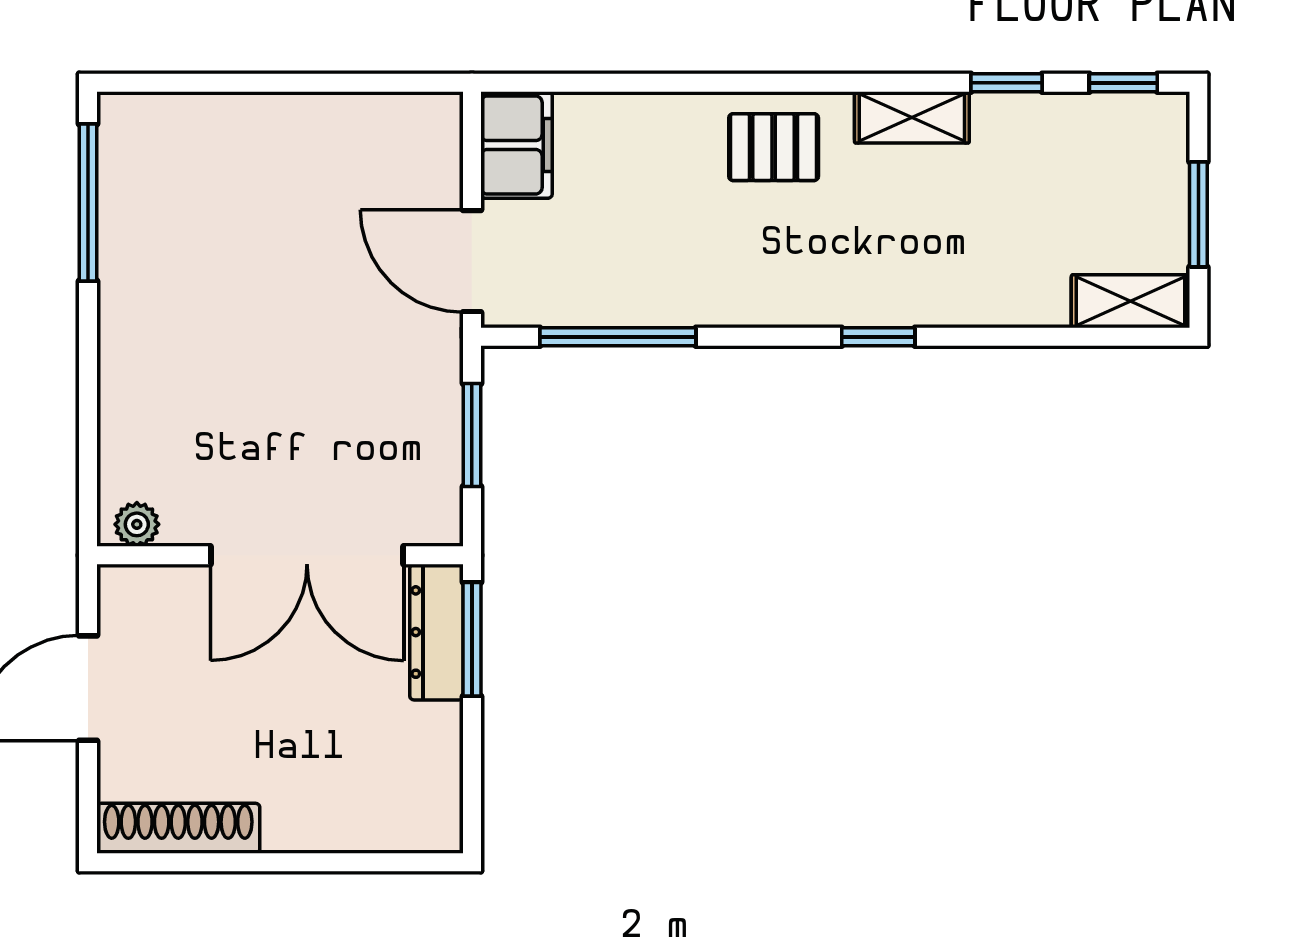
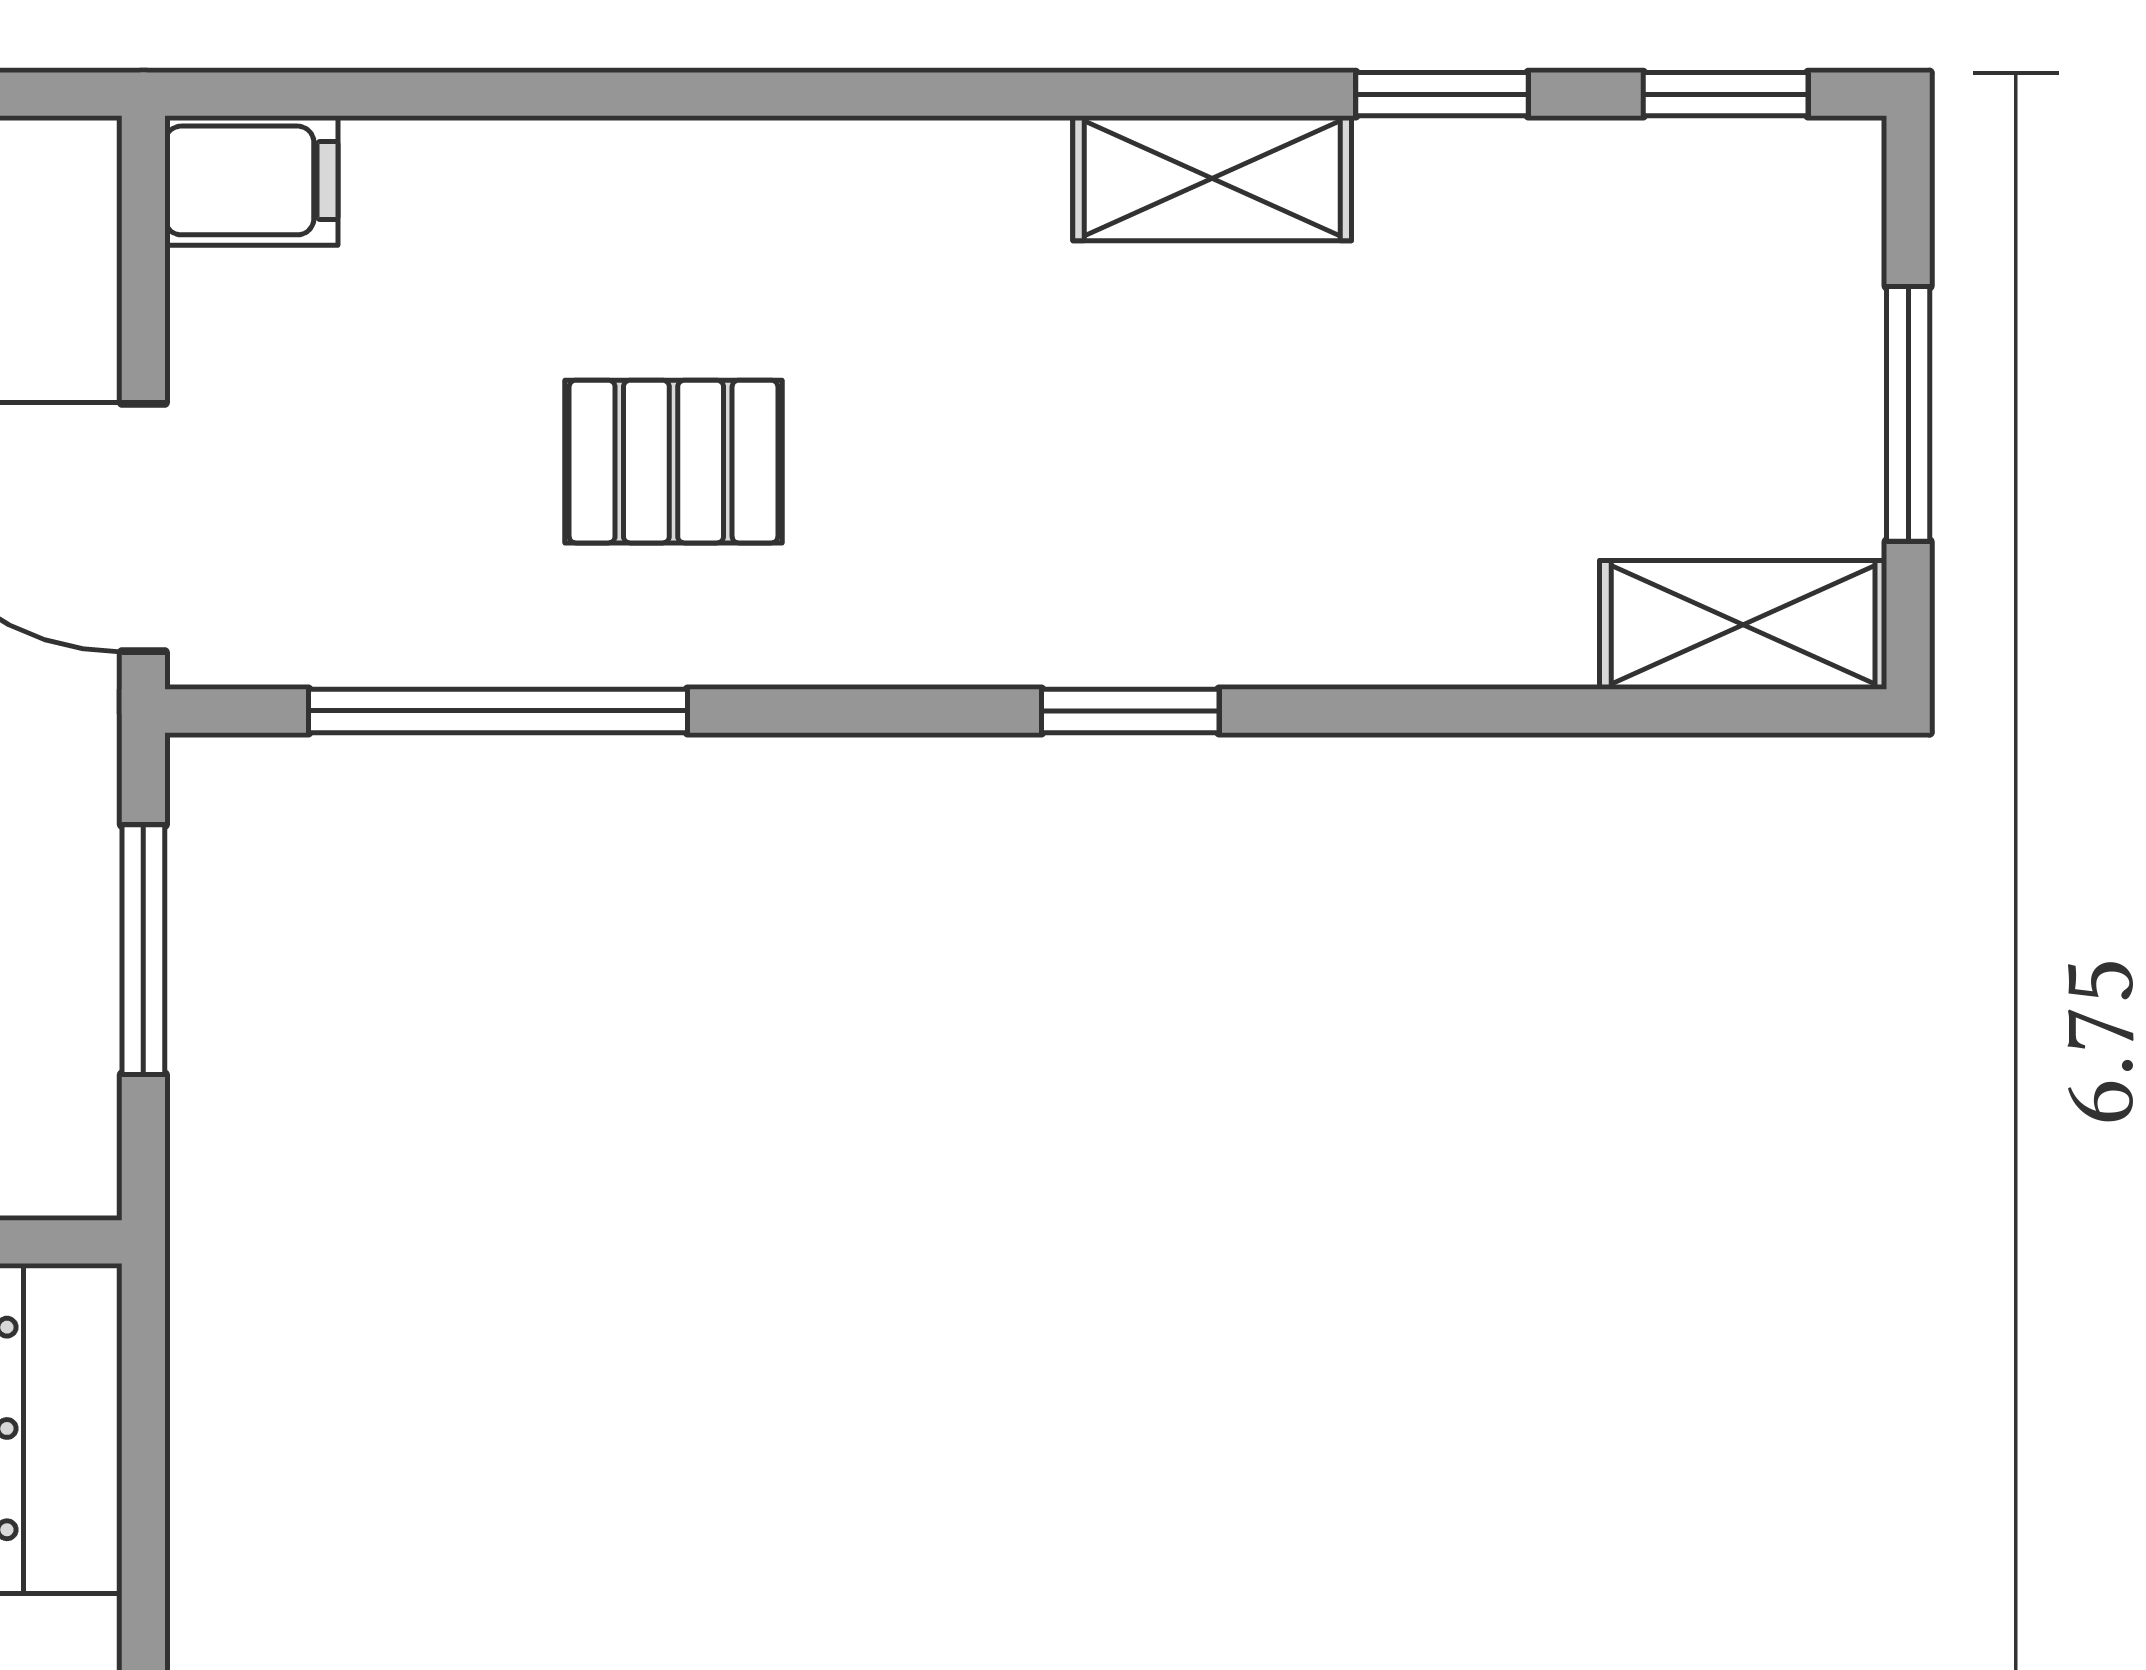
filing cabinet: (516, 145) -> (251, 180), width x0.50
pallet: (774, 147) -> (674, 462), moved
window: (472, 639) -> (143, 1446), removed

